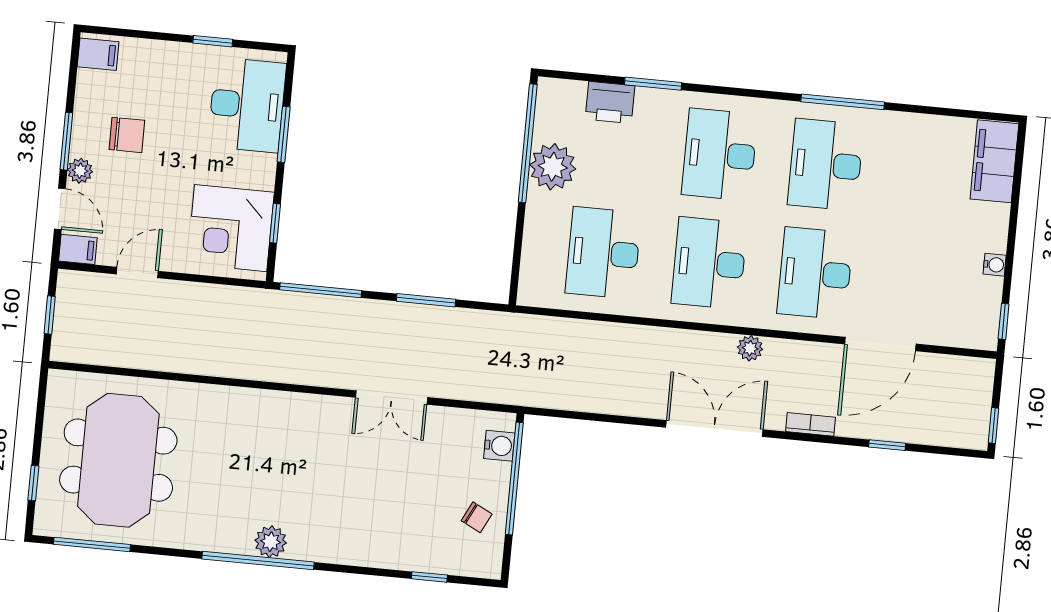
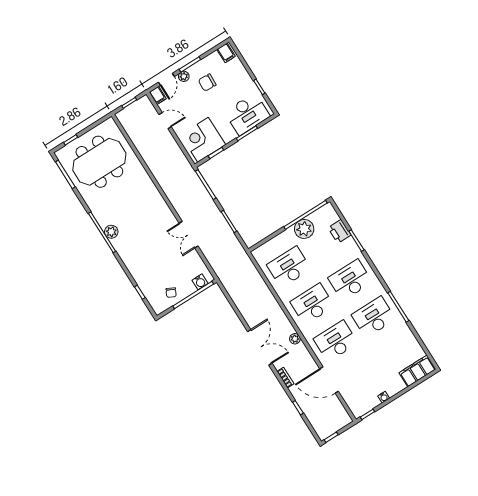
chair: (127, 135) -> (207, 83), turned 93

